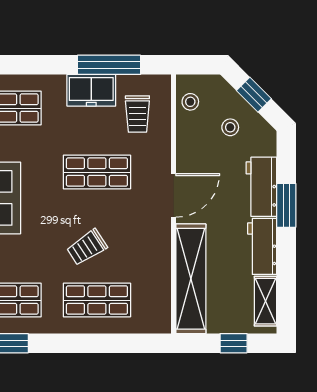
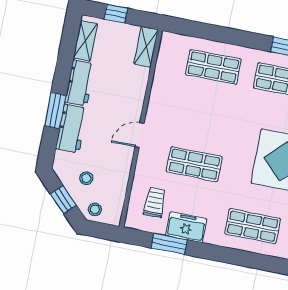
window: (109, 65) -> (169, 244), width x0.69
stool: (190, 102) -> (95, 209), moved
door: (173, 195) -> (140, 135), width x0.73
trolley: (87, 247) -> (213, 108), removed
shelving: (191, 279) -> (146, 47), width x0.45, depth x0.75

